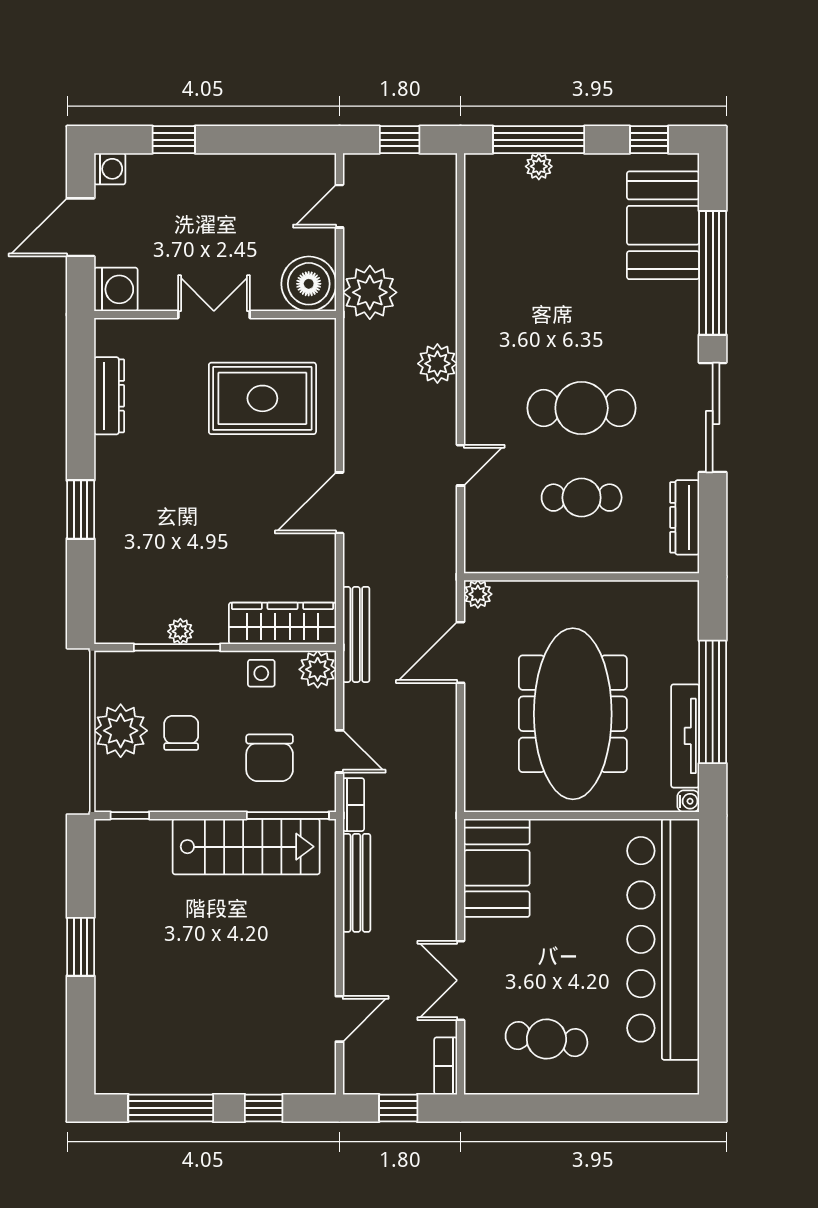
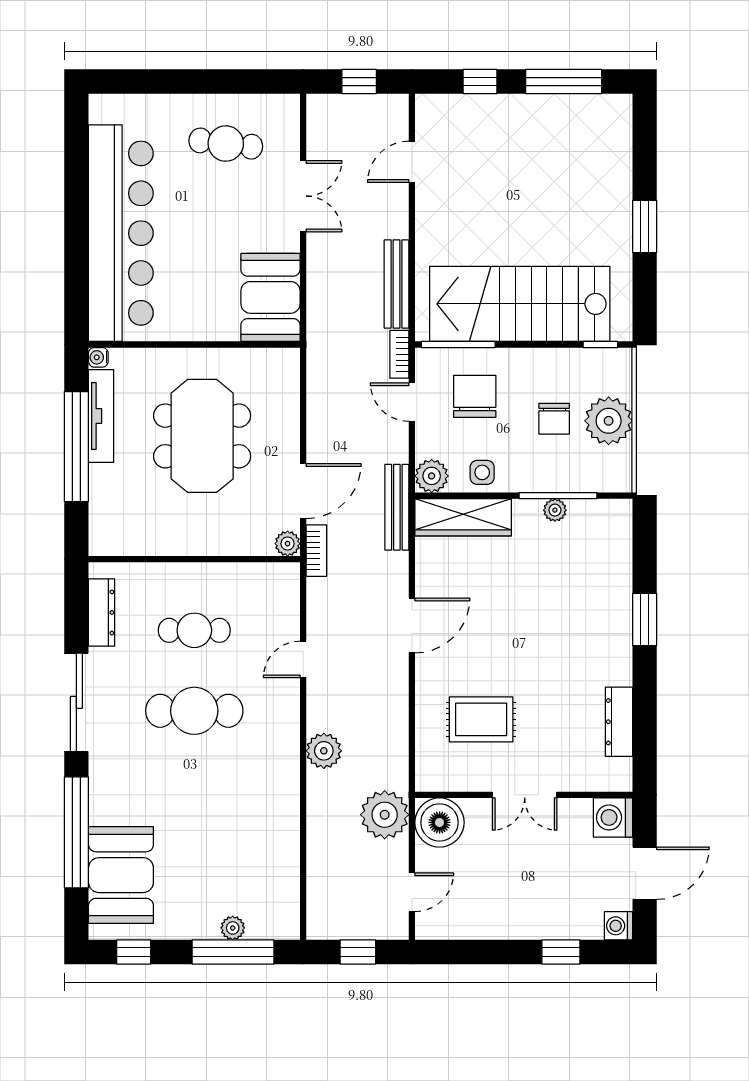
rug: (262, 398) -> (481, 719), width x0.73, depth x0.70
meeting table: (573, 714) -> (202, 436), width x0.73
stairs: (246, 847) -> (520, 304), width x1.36, depth x1.51
bookcase: (446, 1066) -> (316, 551), moved

